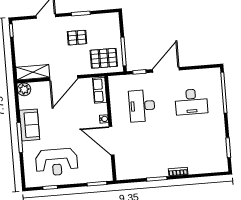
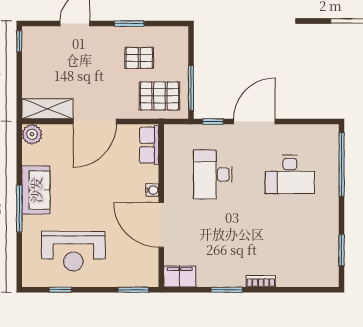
pallet: (77, 38) -> (139, 58), moved
filing cabinet: (126, 173) -> (180, 276), added

